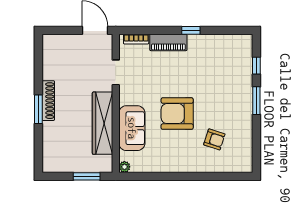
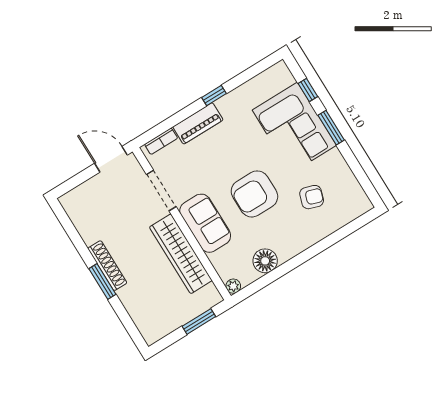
doorway: (116, 72) -> (161, 191), width x1.38
corner sofa: (232, 85) -> (294, 128), added
sofa: (132, 128) -> (205, 223), moved
floor lamp: (156, 163) -> (265, 261), added

